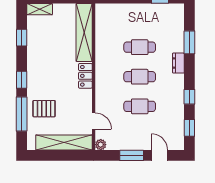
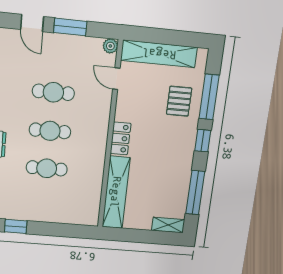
window: (22, 38) -> (195, 193), width x2.17
pallet: (44, 109) -> (179, 101), turned 90

